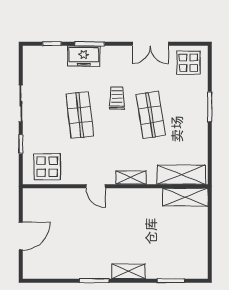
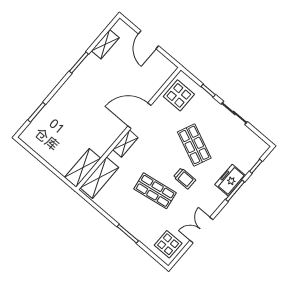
shop shelf: (80, 115) -> (194, 145), turned 30
door: (96, 186) -> (139, 116), width x1.88
shelving: (128, 271) -> (105, 44), moved

